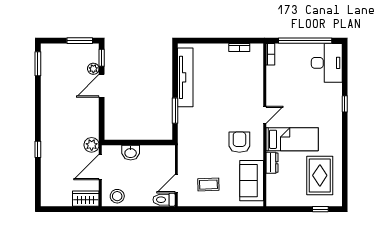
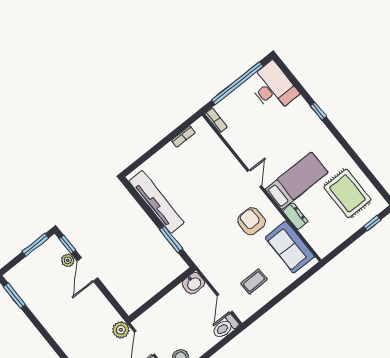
washbasin: (131, 153) -> (193, 283), moved

